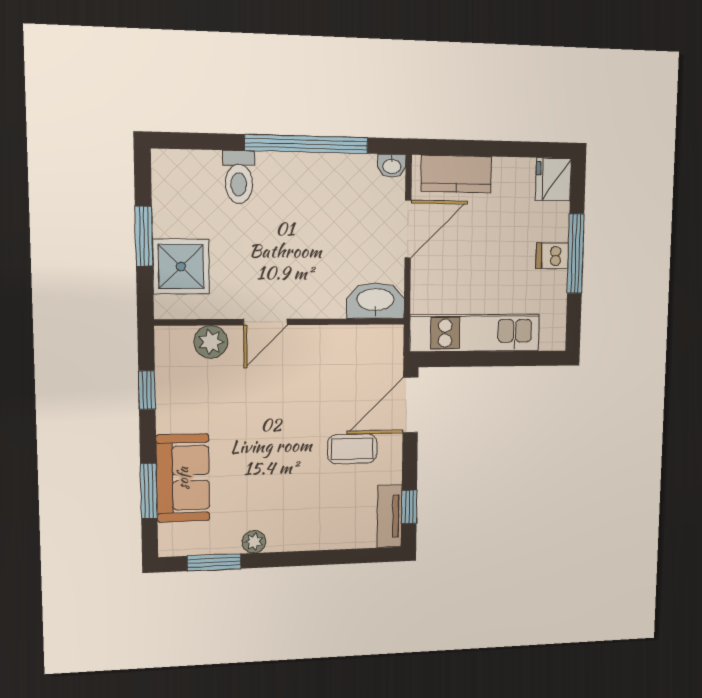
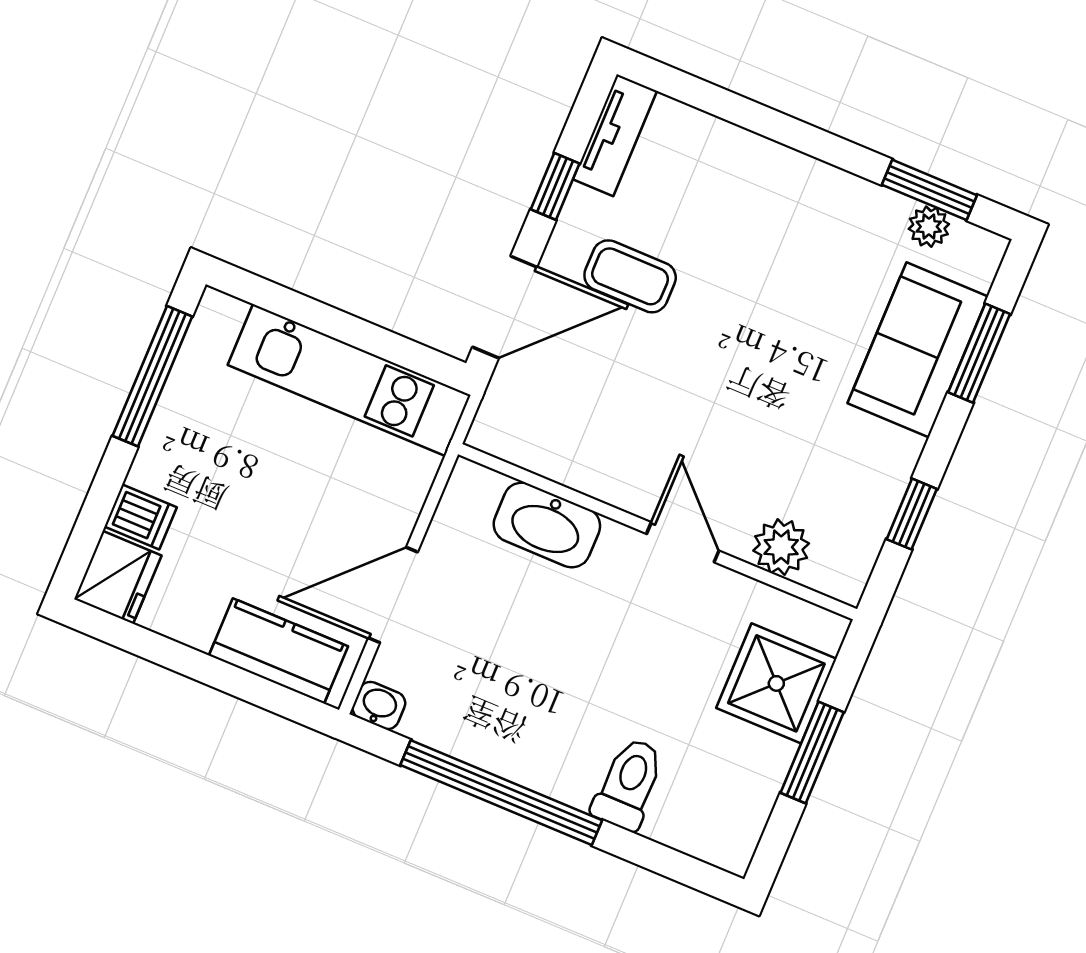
window: (576, 254) -> (152, 376), moved
dishwasher: (552, 256) -> (141, 517), moved
washbasin: (375, 301) -> (547, 525), moved
door: (265, 322) -> (683, 542), hinge flipped
window: (409, 507) -> (555, 186), moved
plant: (254, 542) -> (929, 227), moved

